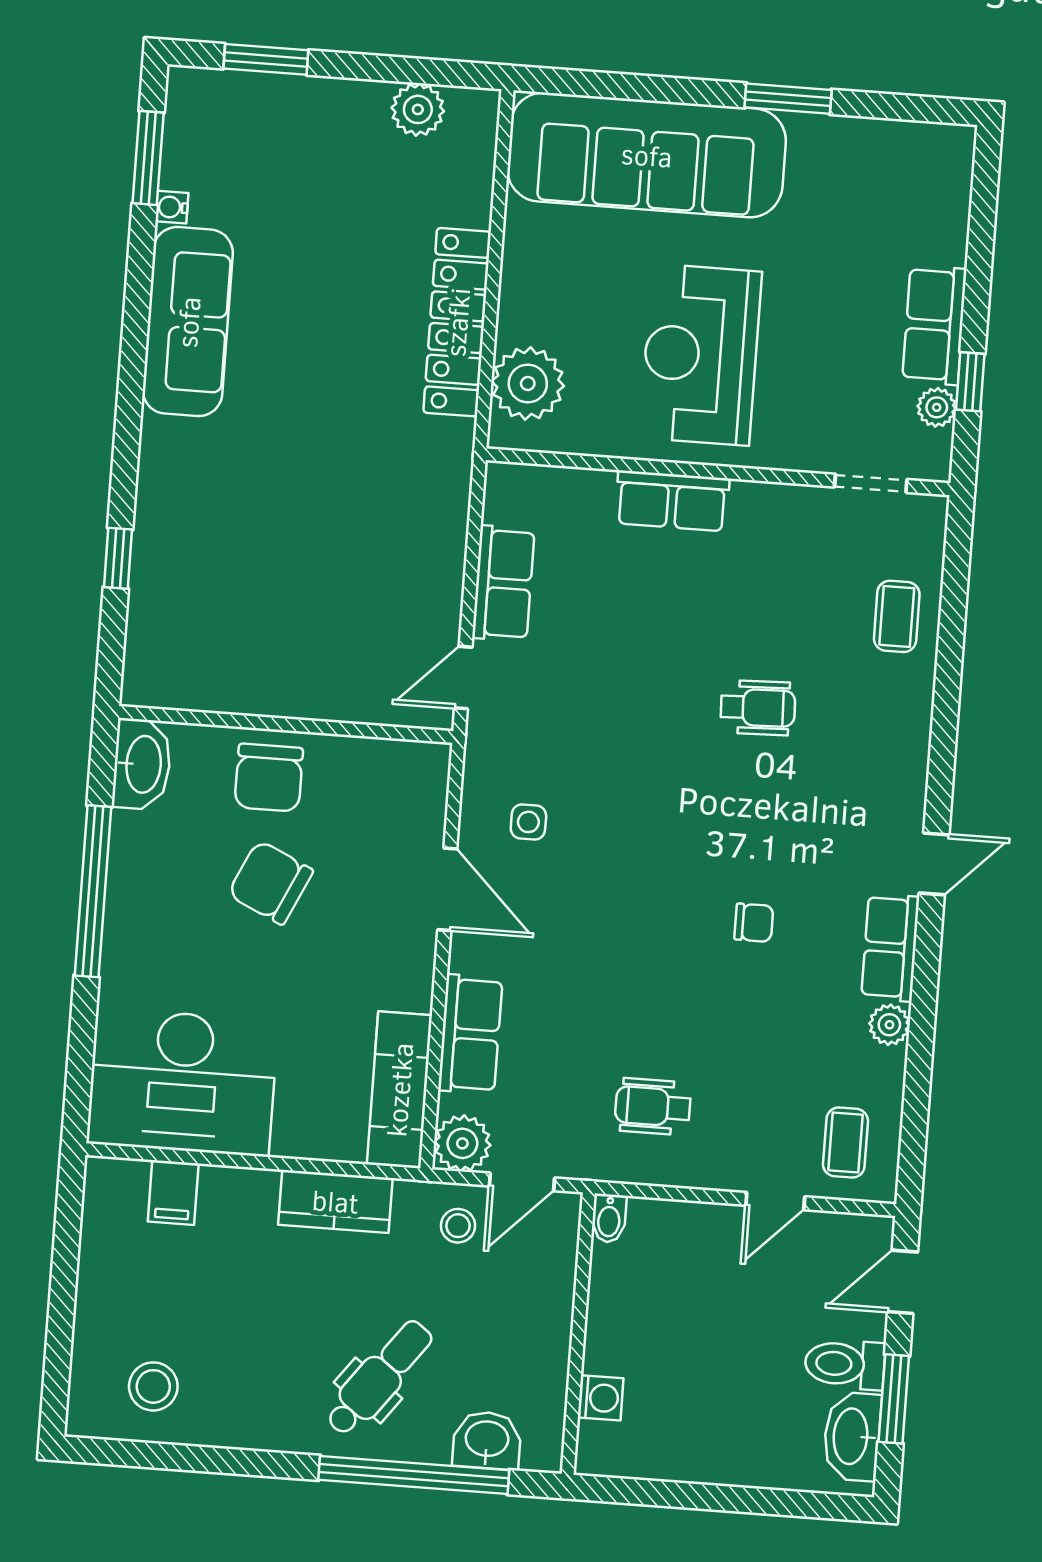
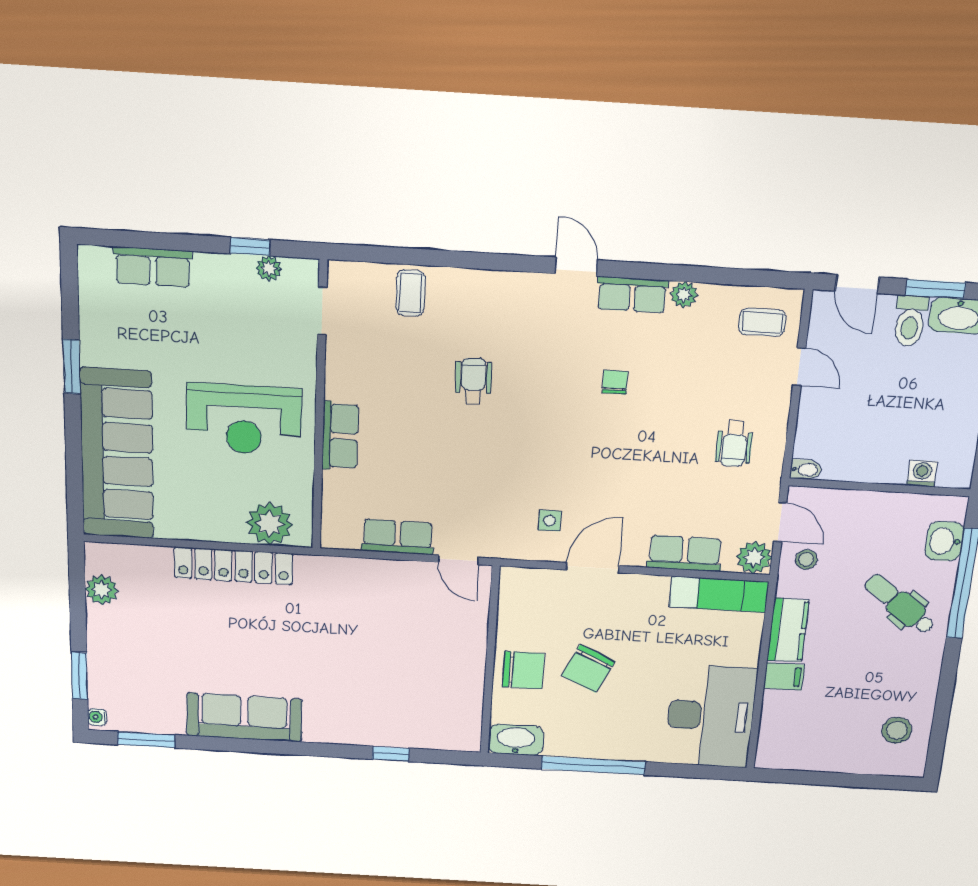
water cooler: (172, 207) -> (97, 717), moved, turned 90
row of seats: (934, 325) -> (153, 267), moved
coffee table: (897, 616) -> (410, 293), turned 90
filing cabinet: (173, 1193) -> (784, 676), moved

